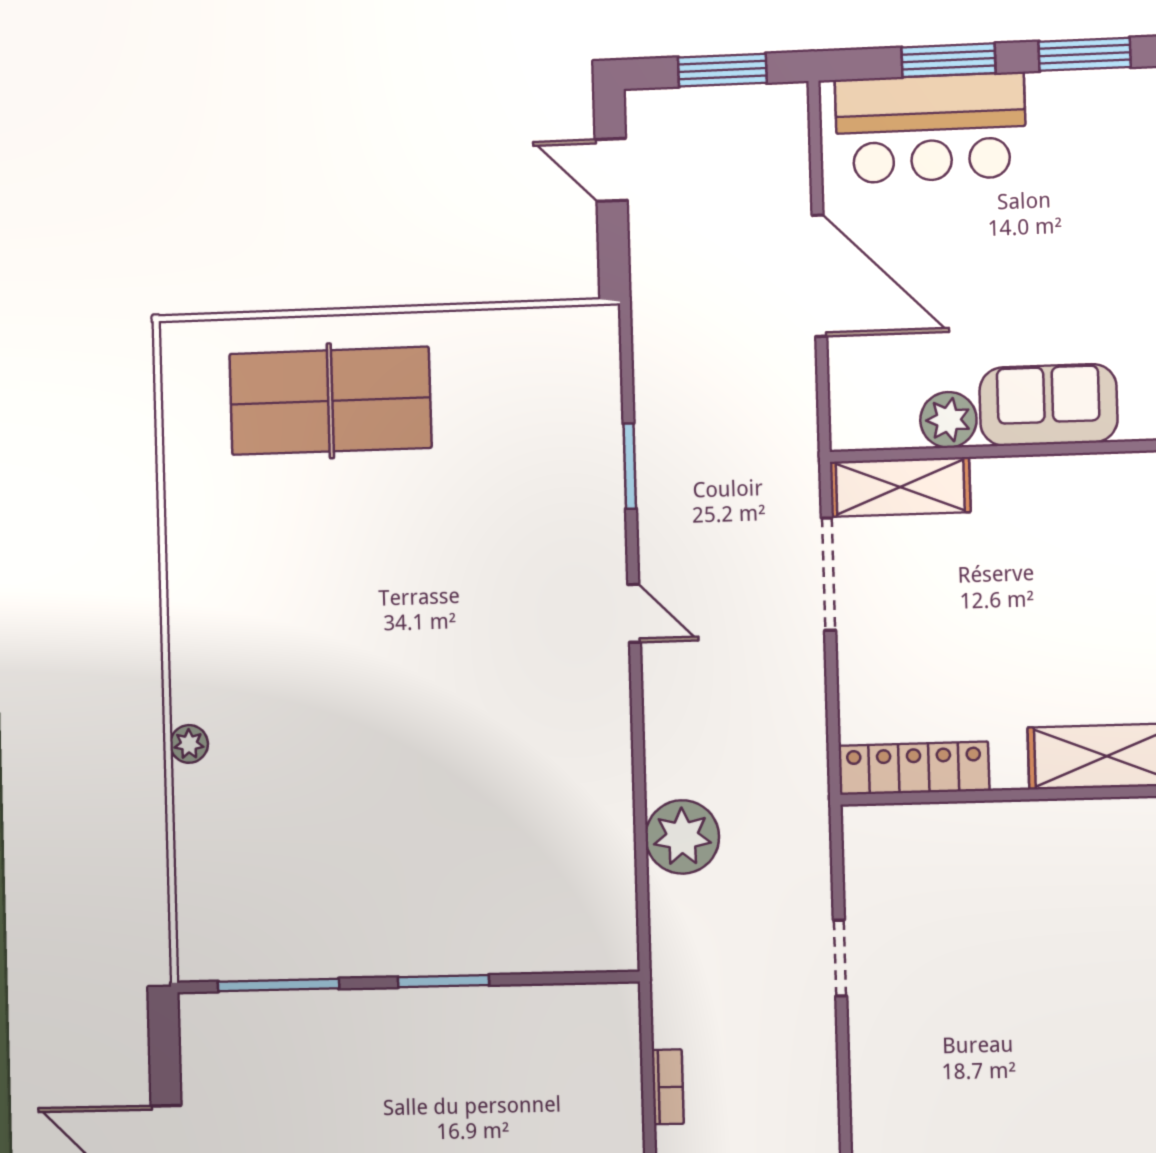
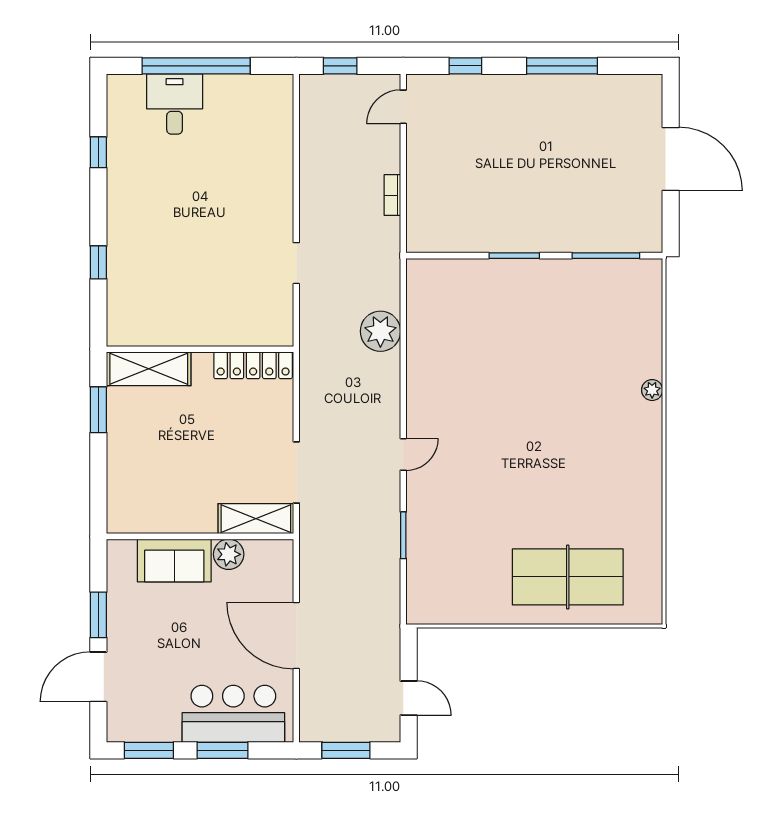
door: (634, 613) -> (403, 454), swing flipped

